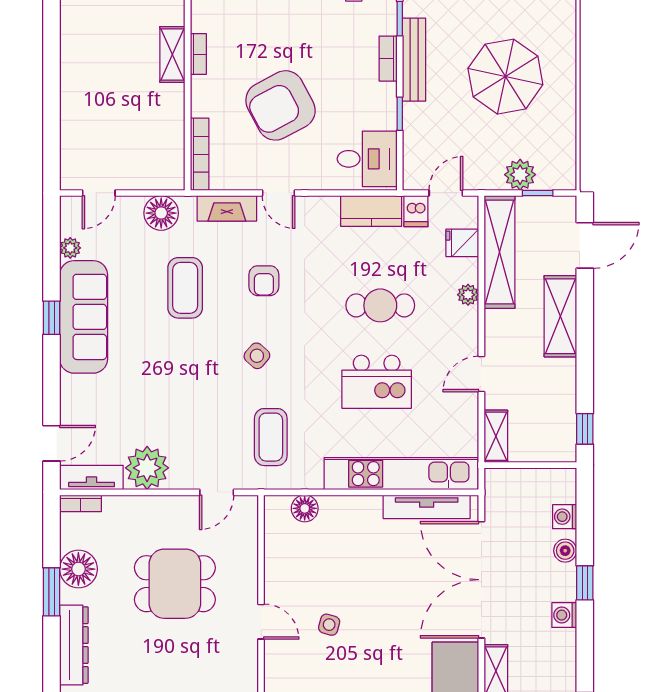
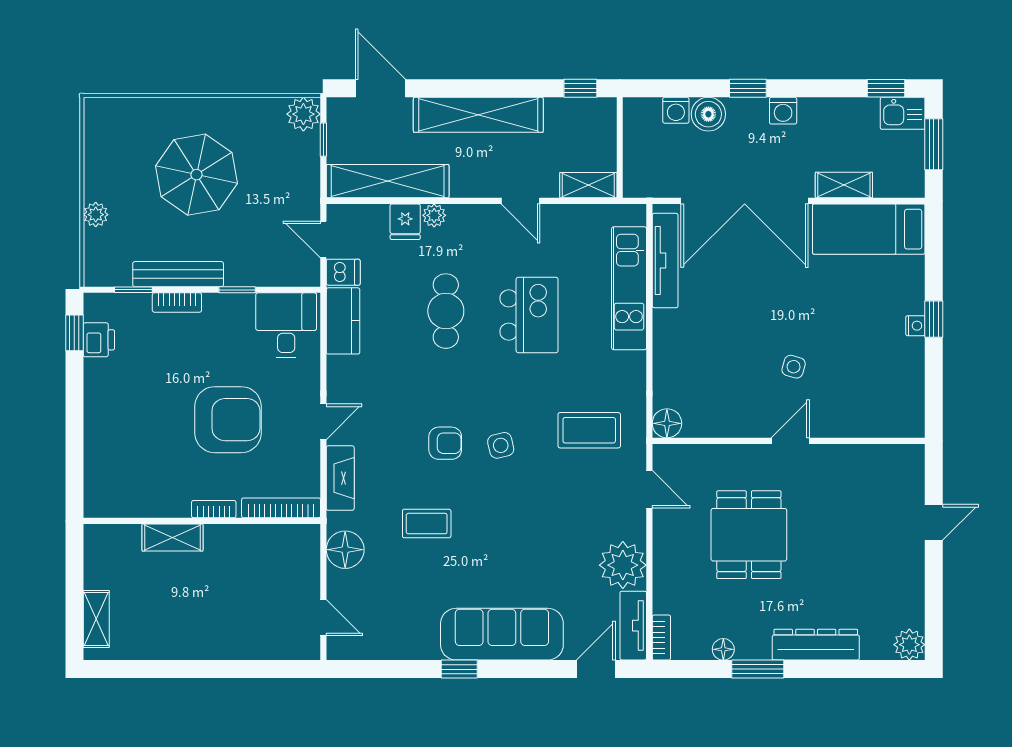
bookcase: (198, 54) -> (214, 509), moved
armchair: (281, 105) -> (228, 420), turned -62
plant: (520, 175) -> (303, 114), moved
fridge: (462, 243) -> (405, 222), moved
plant: (70, 248) -> (383, 649), removed
armchair: (264, 281) -> (445, 443), moved
coffee table: (185, 288) -> (427, 524), width x0.73, depth x0.77
shelving: (560, 316) -> (478, 115), width x1.47
sofa: (84, 317) -> (502, 634), moved
side table: (257, 356) -> (501, 445), turned 36
door: (52, 443) -> (596, 669), hinge flipped
kitchen unit: (401, 474) -> (629, 288), width x0.73
floor lamp: (305, 508) -> (667, 423), moved
boiler: (565, 551) -> (708, 114), width x1.36, depth x1.36
floor lamp: (78, 569) -> (723, 649), width x0.53, depth x0.53

